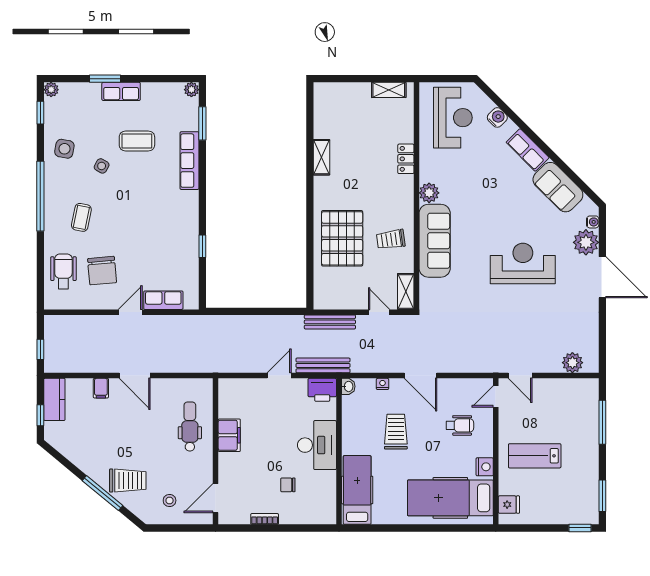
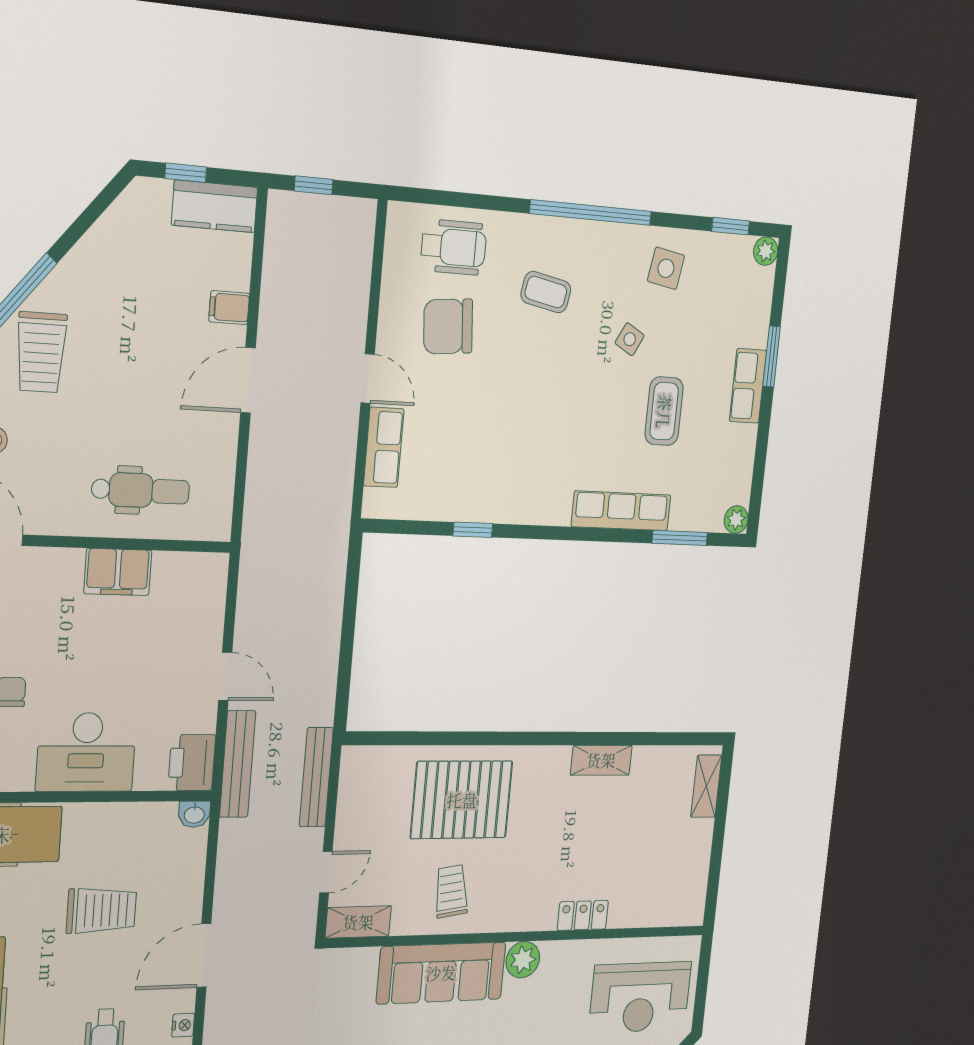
shelving: (389, 90) -> (706, 786), moved
nightstand: (383, 384) -> (183, 1025), moved

